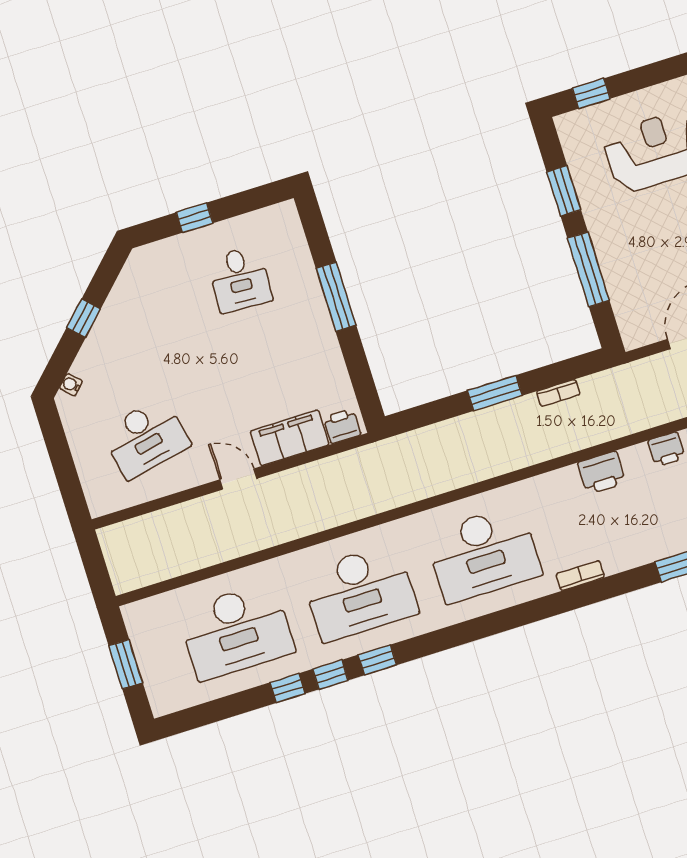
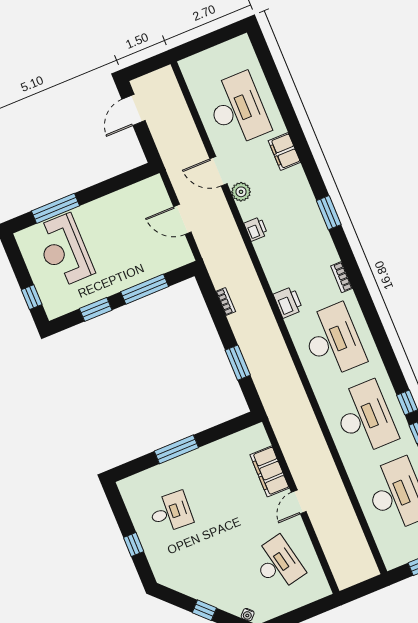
window: (495, 393) -> (238, 363), moved
printer: (342, 426) -> (259, 438), removed
printer: (602, 473) -> (288, 302), moved

